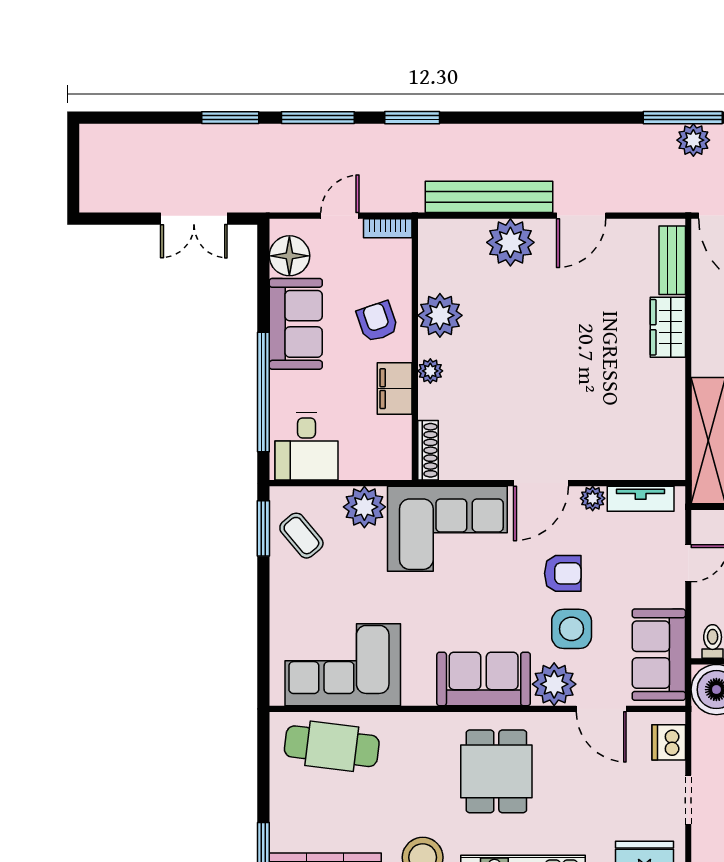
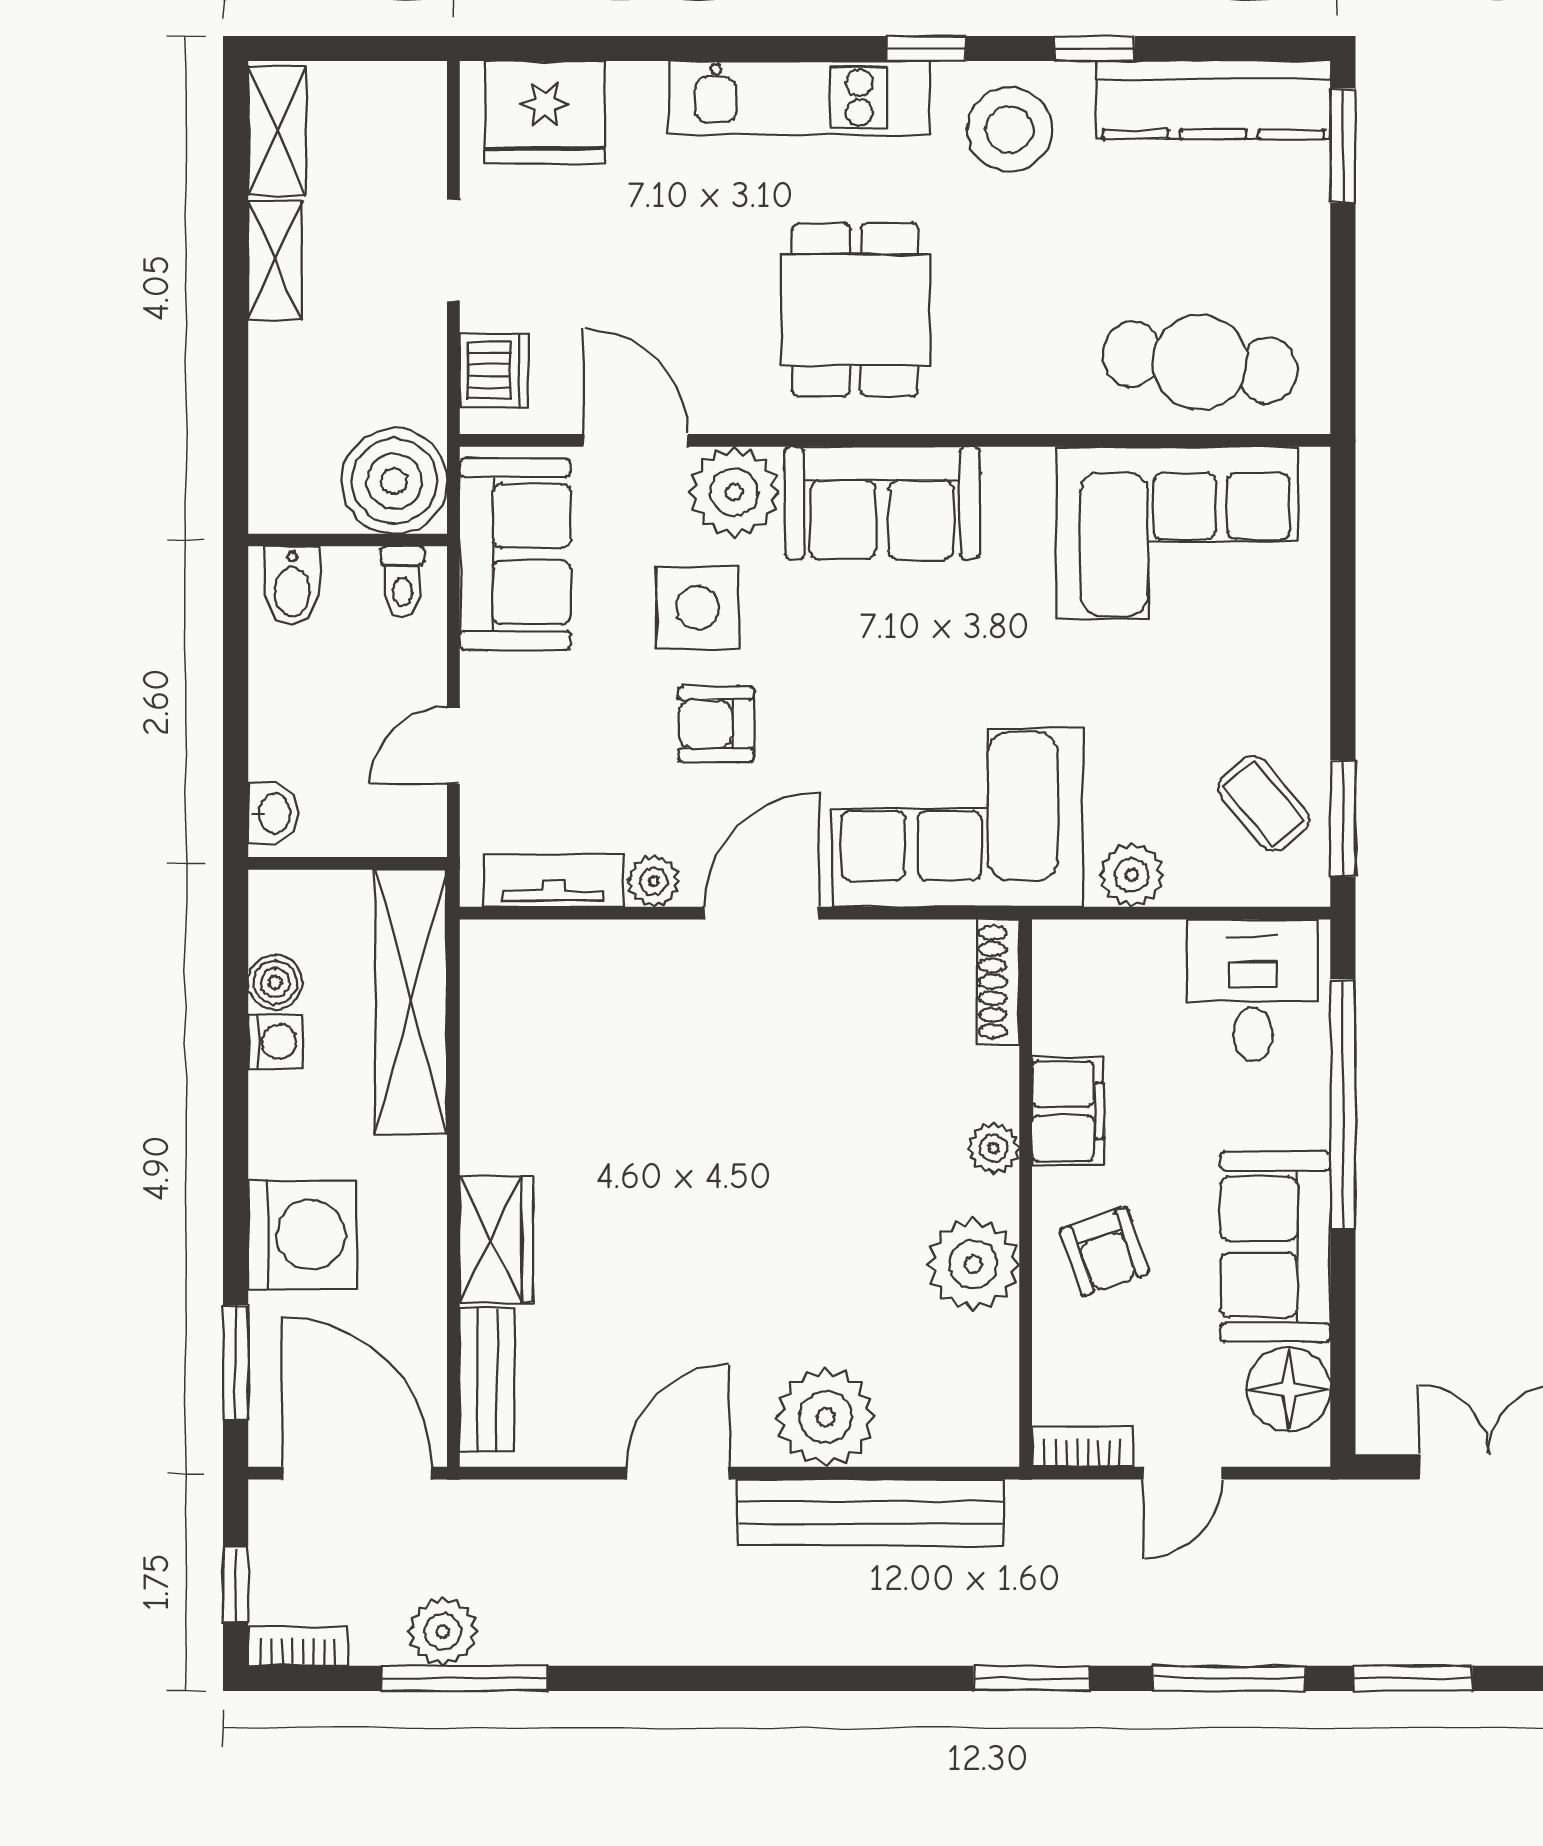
plant: (364, 507) -> (1131, 875), width x0.73, depth x0.73

